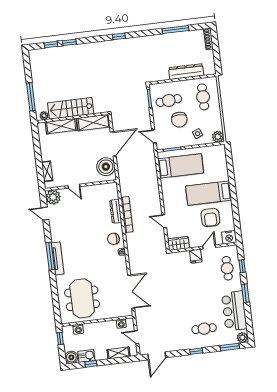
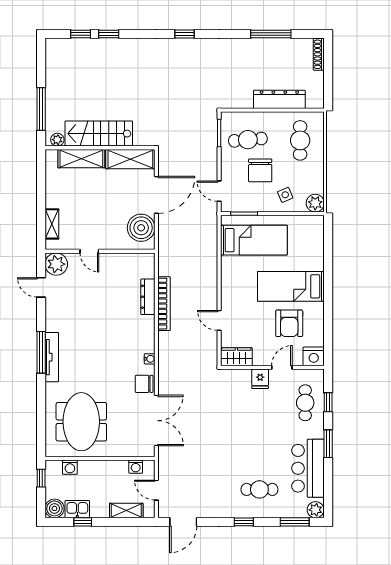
chair: (113, 239) -> (144, 384), moved

